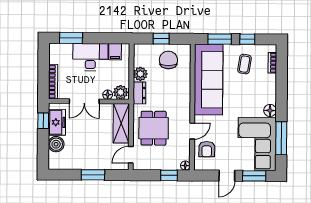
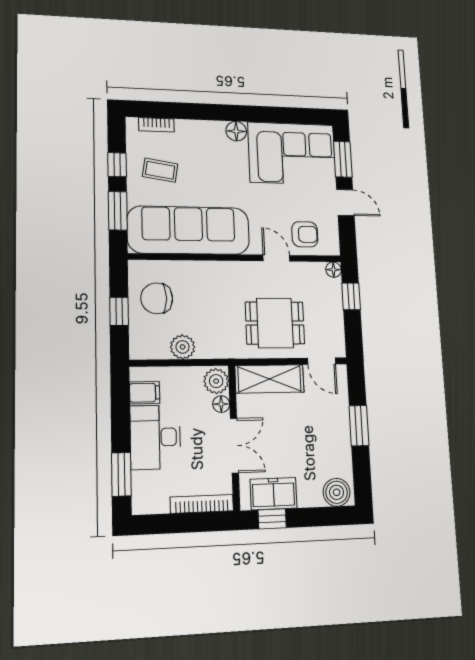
dresser: (139, 93) -> (216, 348), removed
window: (281, 138) -> (280, 115), removed
boiler: (56, 144) -> (337, 492), moved

